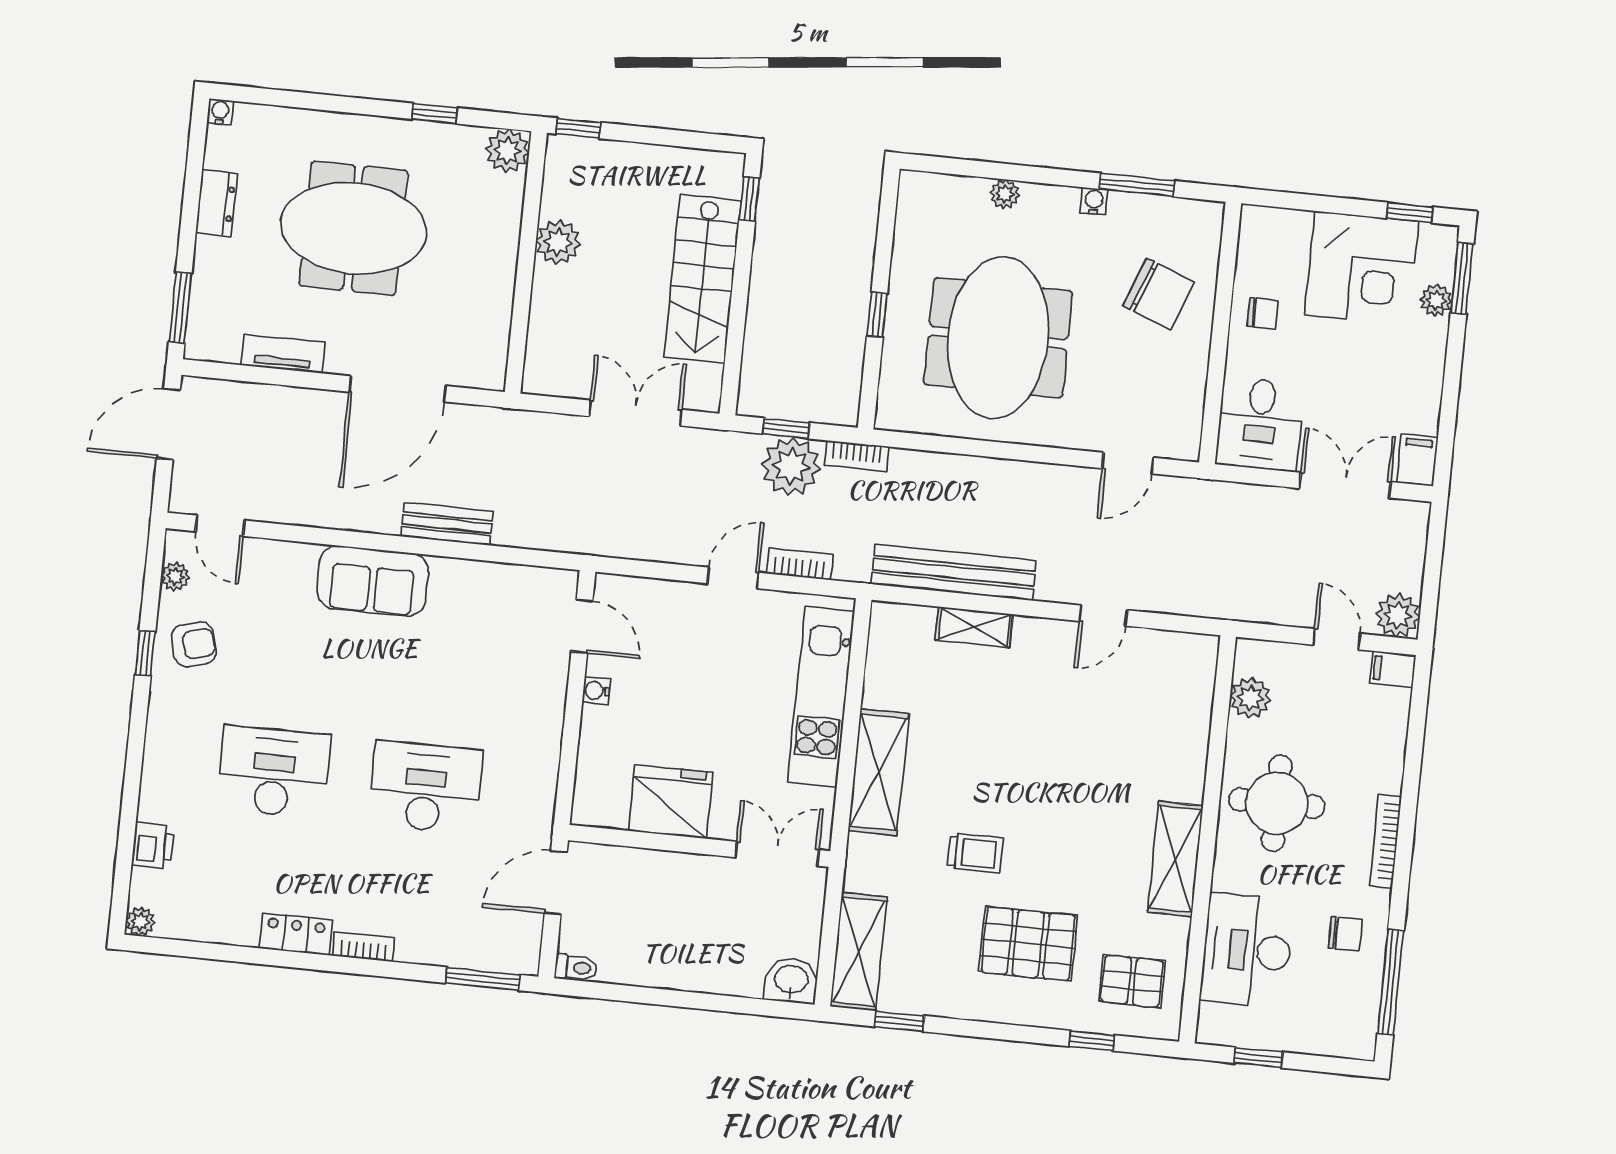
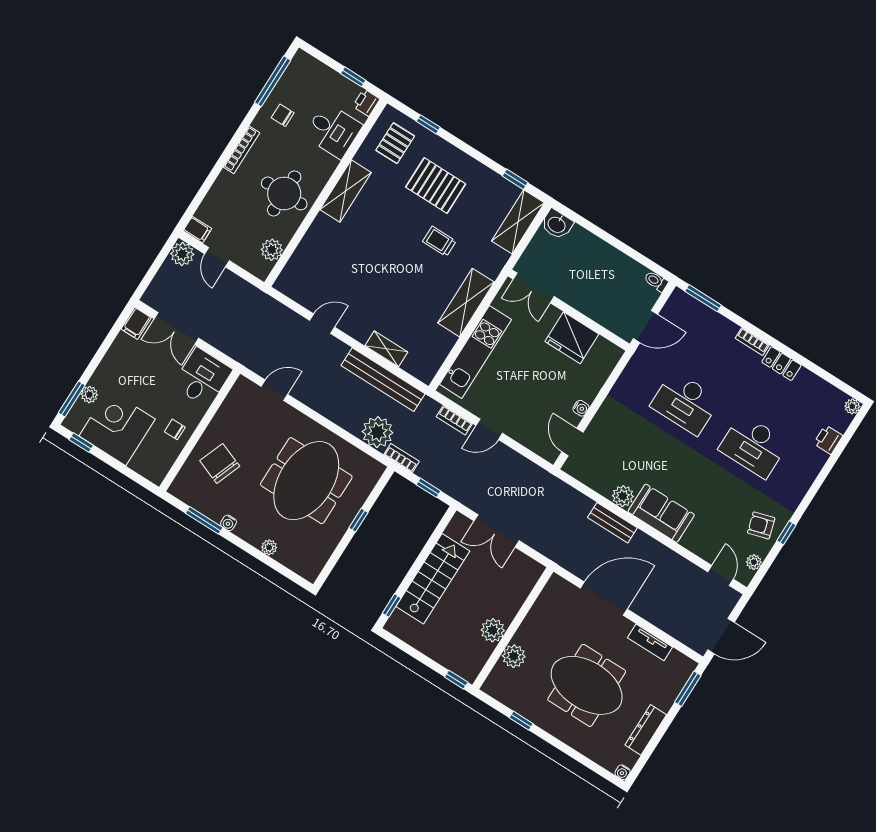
plant: (507, 151) -> (514, 656), moved
dresser: (216, 203) -> (646, 730), width x1.44
plant: (791, 466) -> (378, 432), moved
plant: (452, 578) -> (623, 496), added
desk: (1247, 950) -> (333, 131), width x0.73
pallet: (1132, 981) -> (395, 143), turned 90
printer: (1215, 1025) -> (366, 103), added

